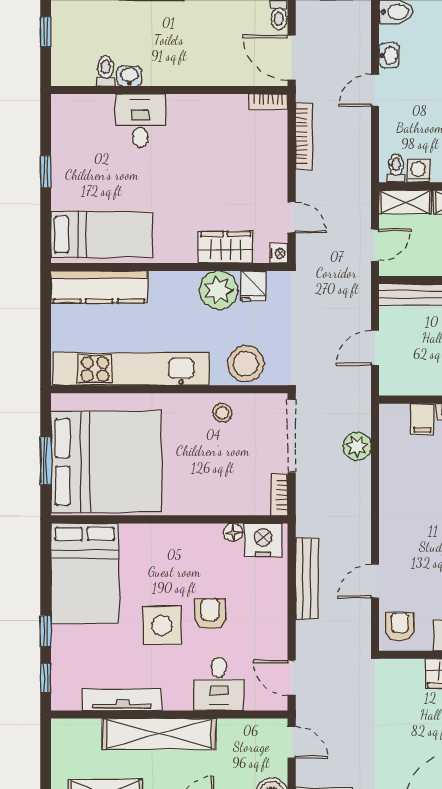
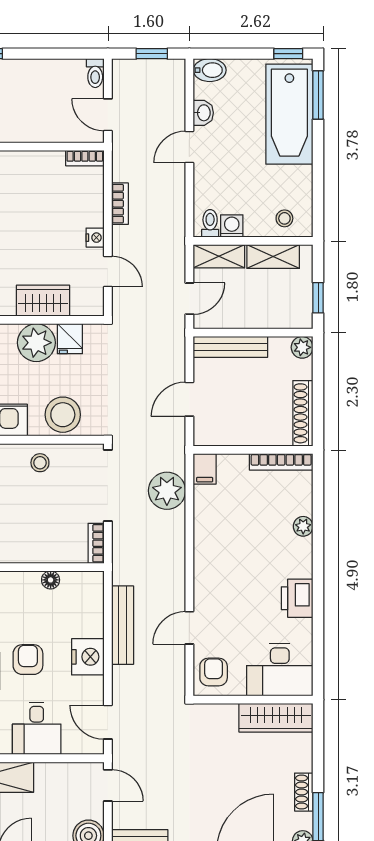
door: (292, 57) -> (108, 115), width x0.73
bookcase: (304, 136) -> (120, 204), width x0.64
nightstand: (279, 253) -> (95, 238), moved
filing cabinet: (422, 419) -> (205, 469), moved
plant: (357, 446) -> (167, 491), width x1.36, depth x1.36
nightstand: (263, 540) -> (88, 657), moved, turned 90

